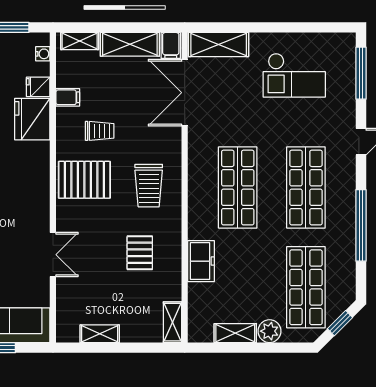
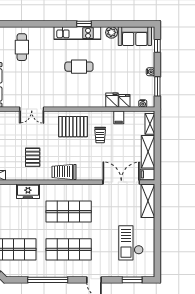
window: (361, 73) -> (132, 280), width x0.69
fridge: (32, 119) -> (112, 100), width x0.53, depth x0.75
pallet: (84, 180) -> (73, 127), turned 90
trolley: (149, 186) -> (64, 172), moved
pallet: (140, 253) -> (33, 157), turned 90

